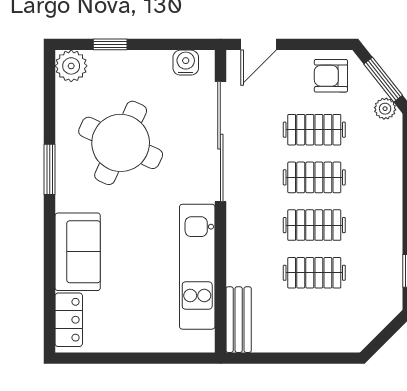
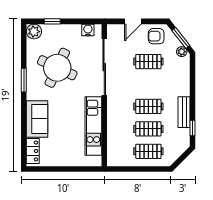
door: (259, 44) -> (133, 21), moved
clothes rail: (314, 177) -> (148, 151), moved
bench: (239, 320) -> (184, 112), moved

